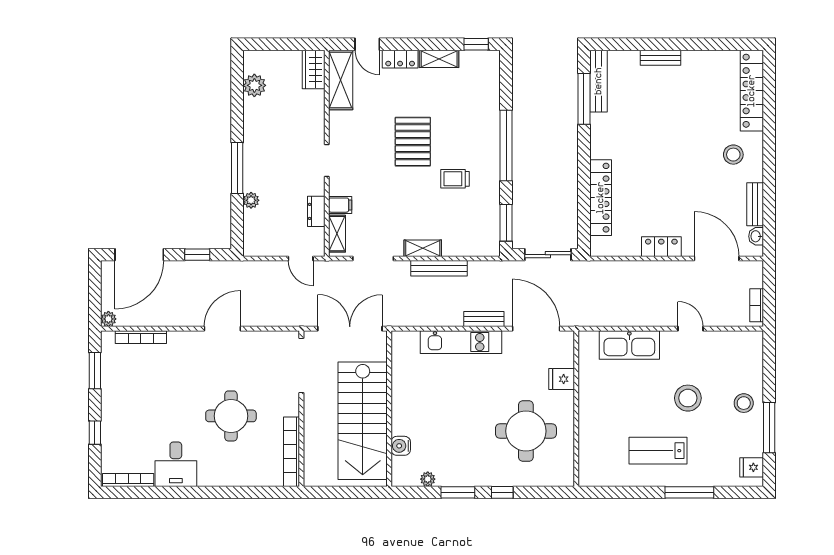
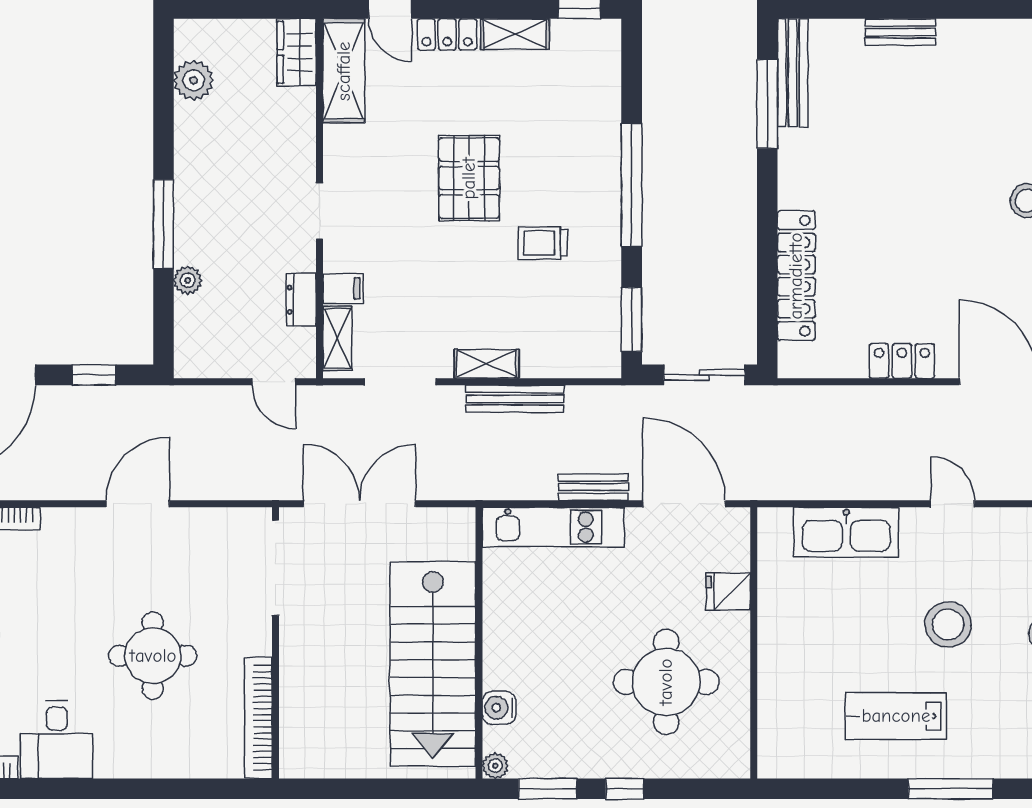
wall: (389, 409) -> (479, 643), moved
stairs: (363, 421) -> (433, 664), moved
water cooler: (401, 446) -> (499, 708), moved

